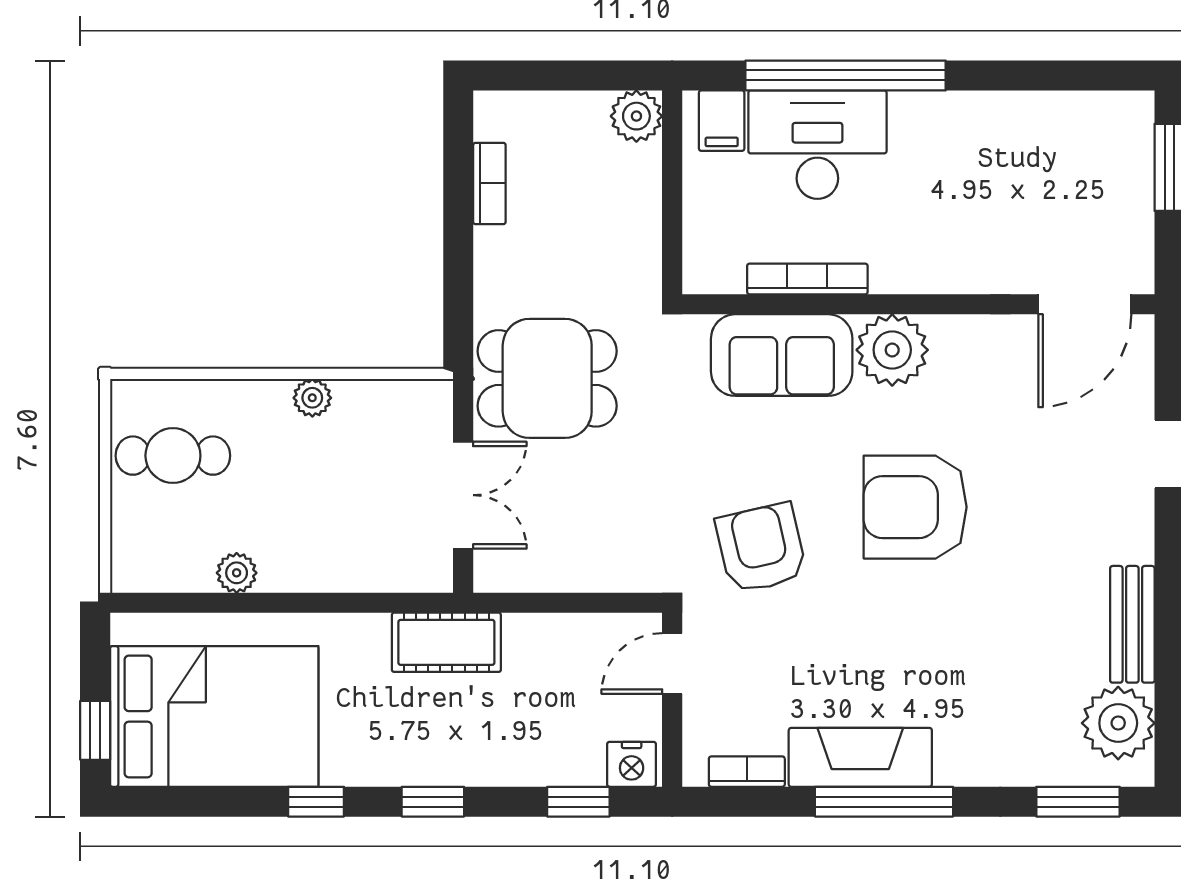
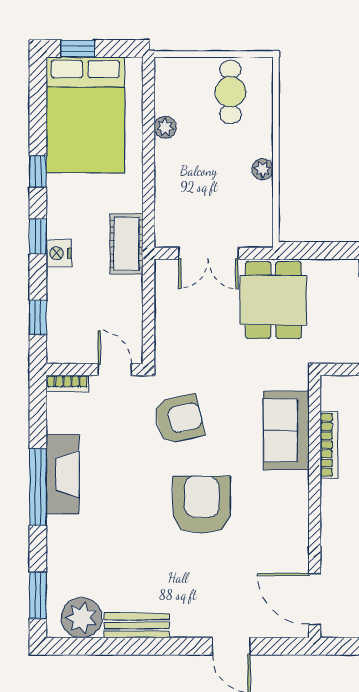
plant: (892, 350) -> (289, 492), removed
nightstand: (632, 764) -> (59, 253), moved
bookcase: (747, 772) -> (67, 383), moved, turned 90

